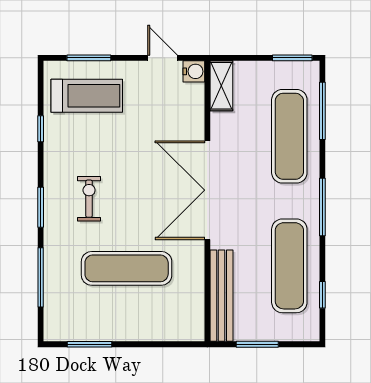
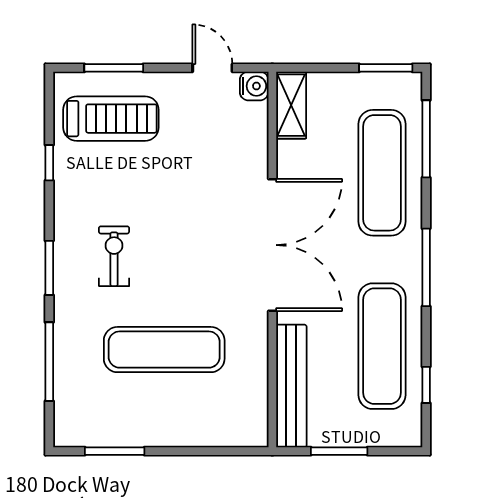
double door: (207, 190) -> (272, 245), swing flipped

